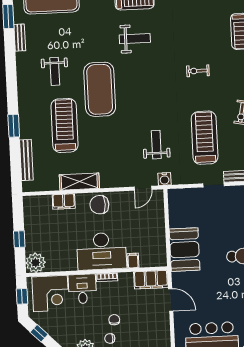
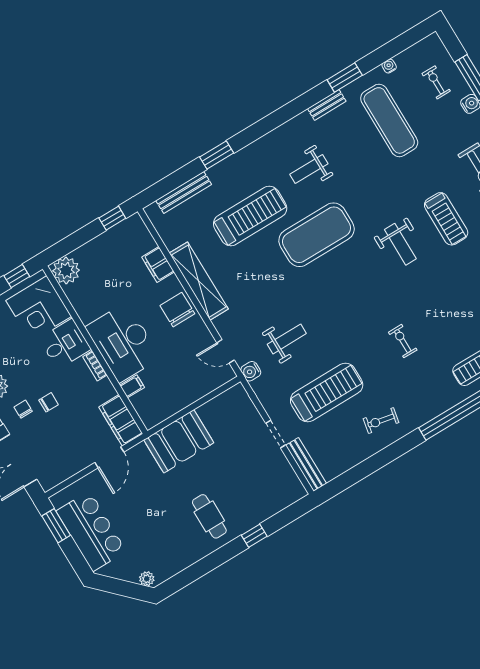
shelving: (79, 182) -> (199, 281), width x1.47
window: (19, 239) -> (112, 218), moved

